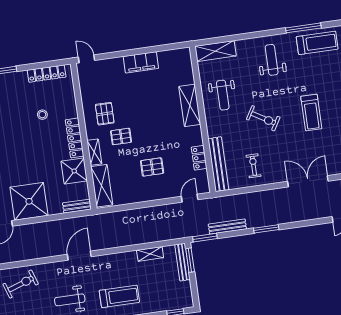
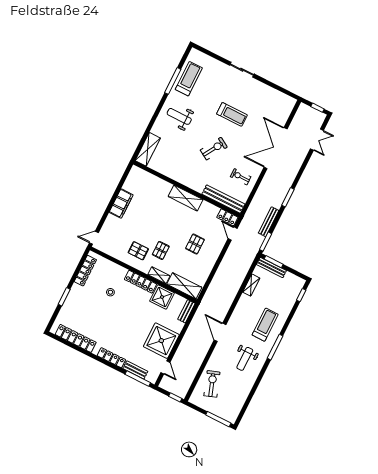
weight bench: (223, 95) -> (180, 165), removed
shelving: (190, 105) -> (186, 198), moved
locker: (199, 158) -> (227, 217), moved
double door: (308, 181) -> (276, 148), width x1.36

